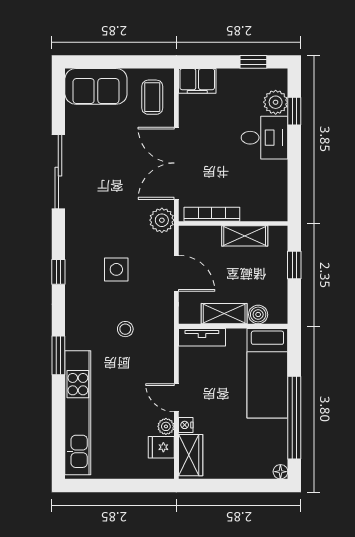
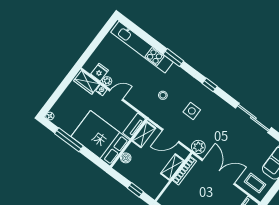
shelving: (245, 236) -> (172, 167), moved
shelving: (224, 314) -> (144, 135), moved
bed: (267, 373) -> (100, 138), width x1.50
window: (294, 418) -> (69, 140), width x0.68

